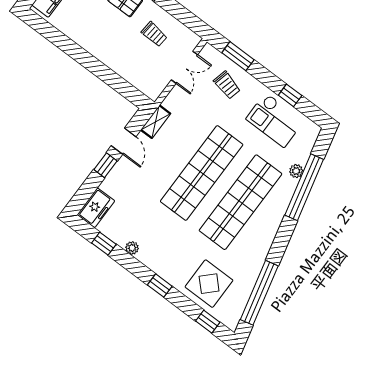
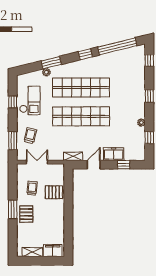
pallet: (127, 60) -> (54, 192), added
window: (106, 165) -> (124, 165), moved
window: (304, 187) -> (51, 63), width x0.47
freezer: (96, 208) -> (114, 154), moved
window: (281, 242) -> (85, 54), added
display table: (209, 284) -> (131, 73), removed

